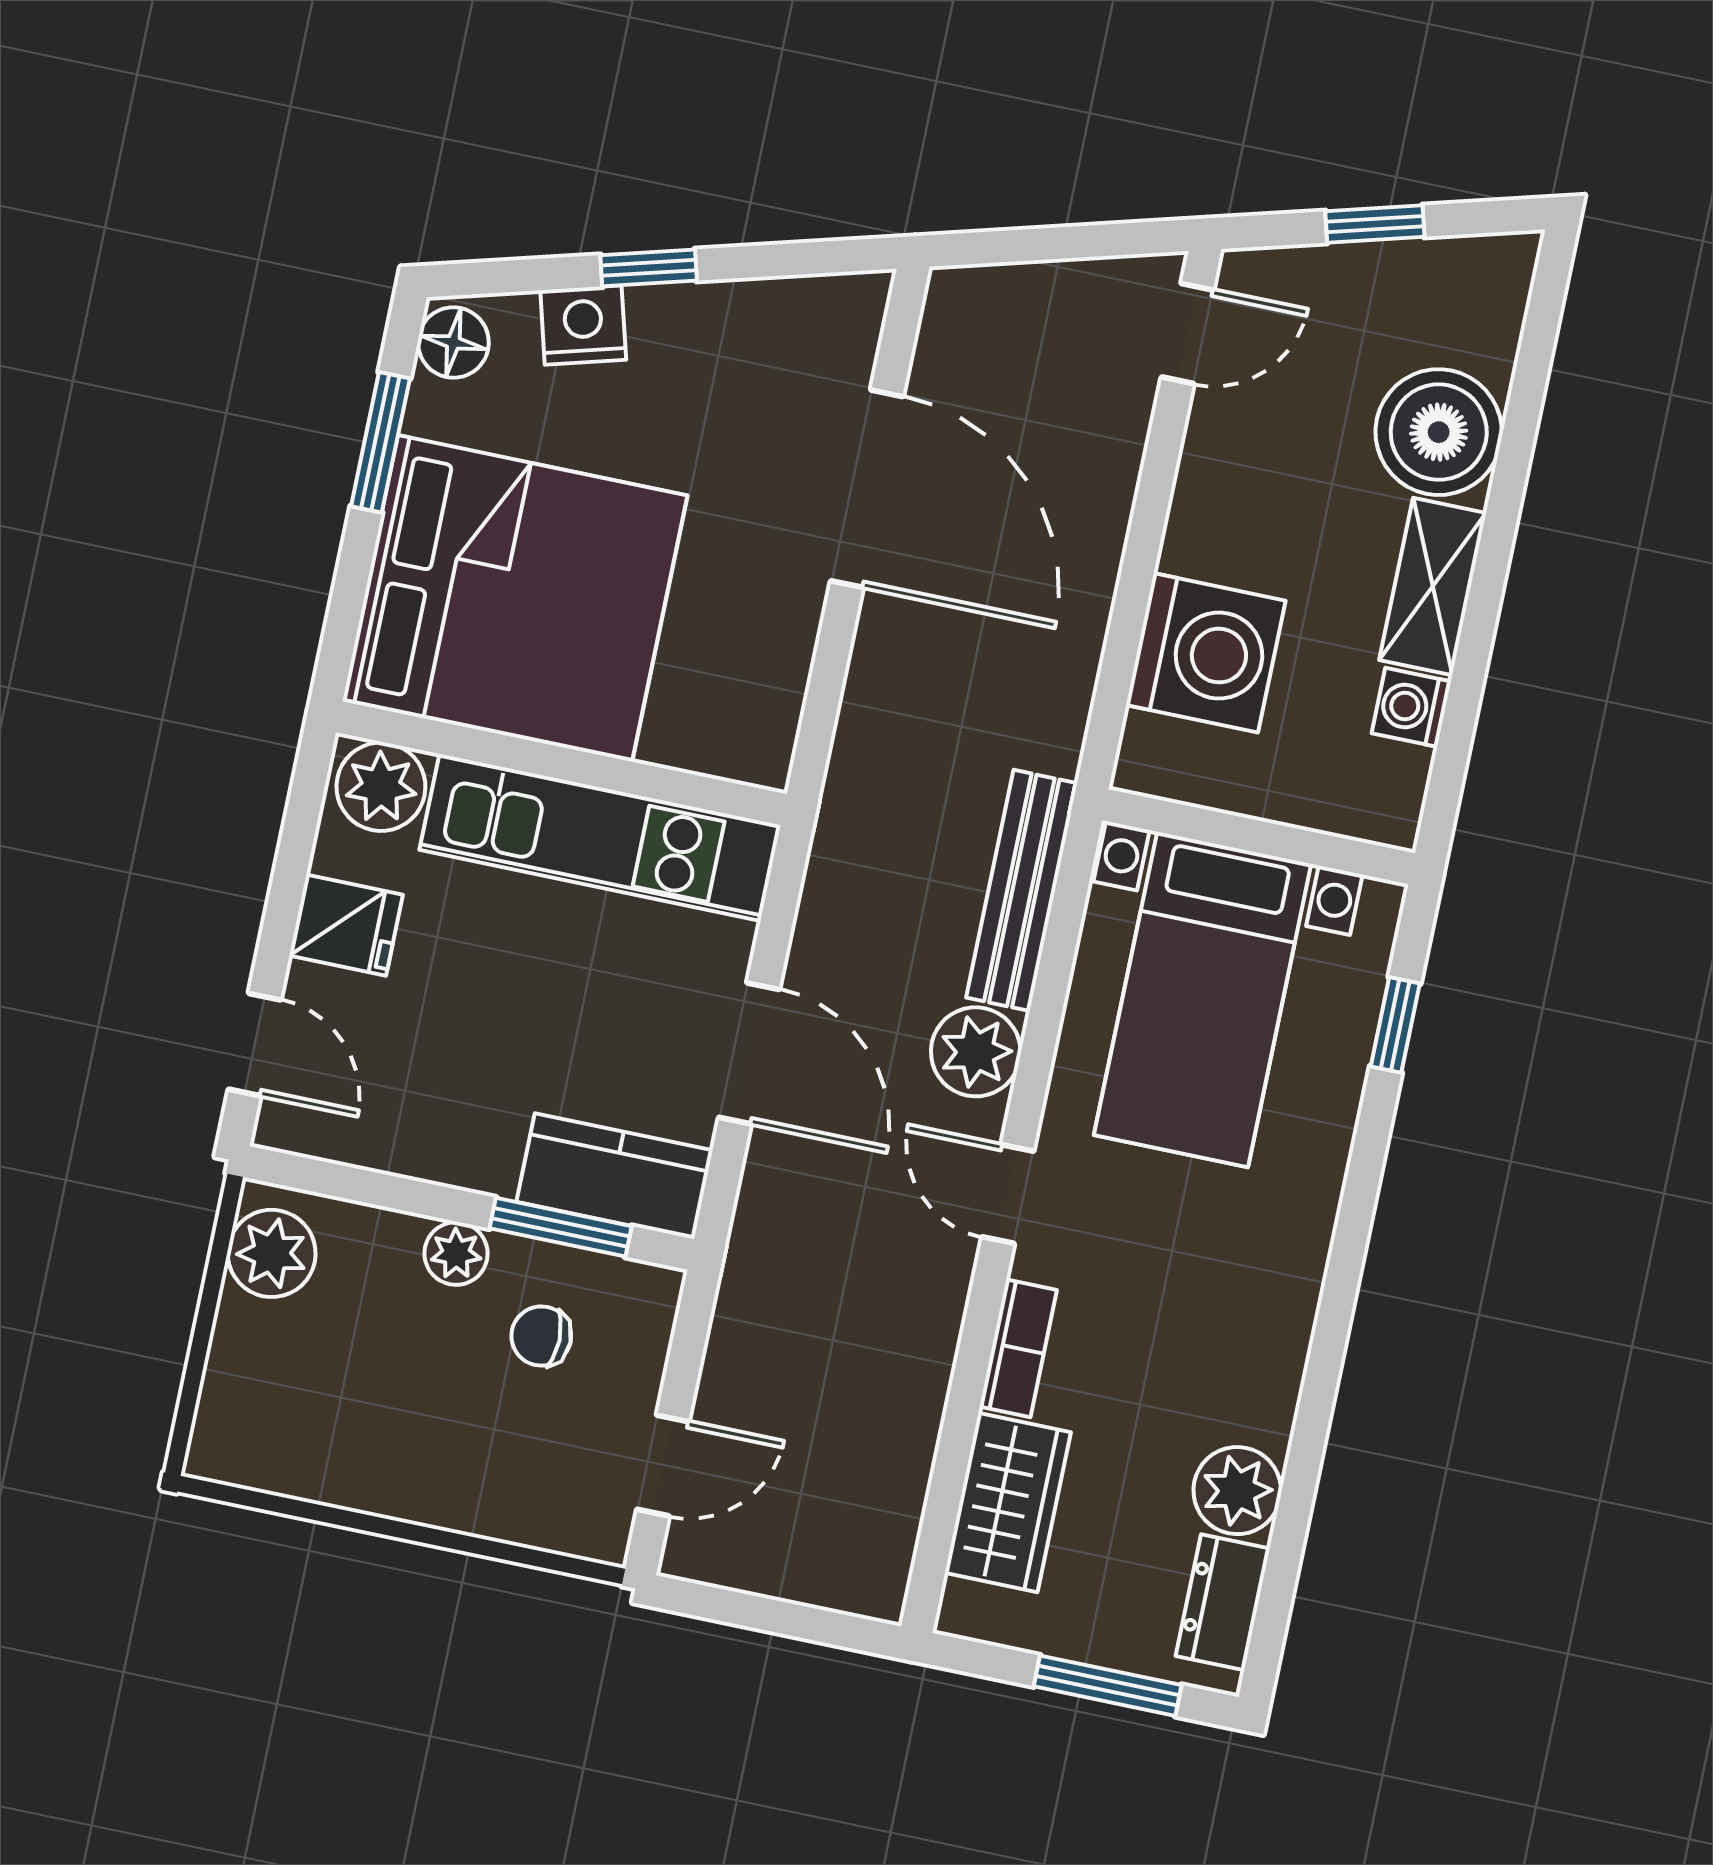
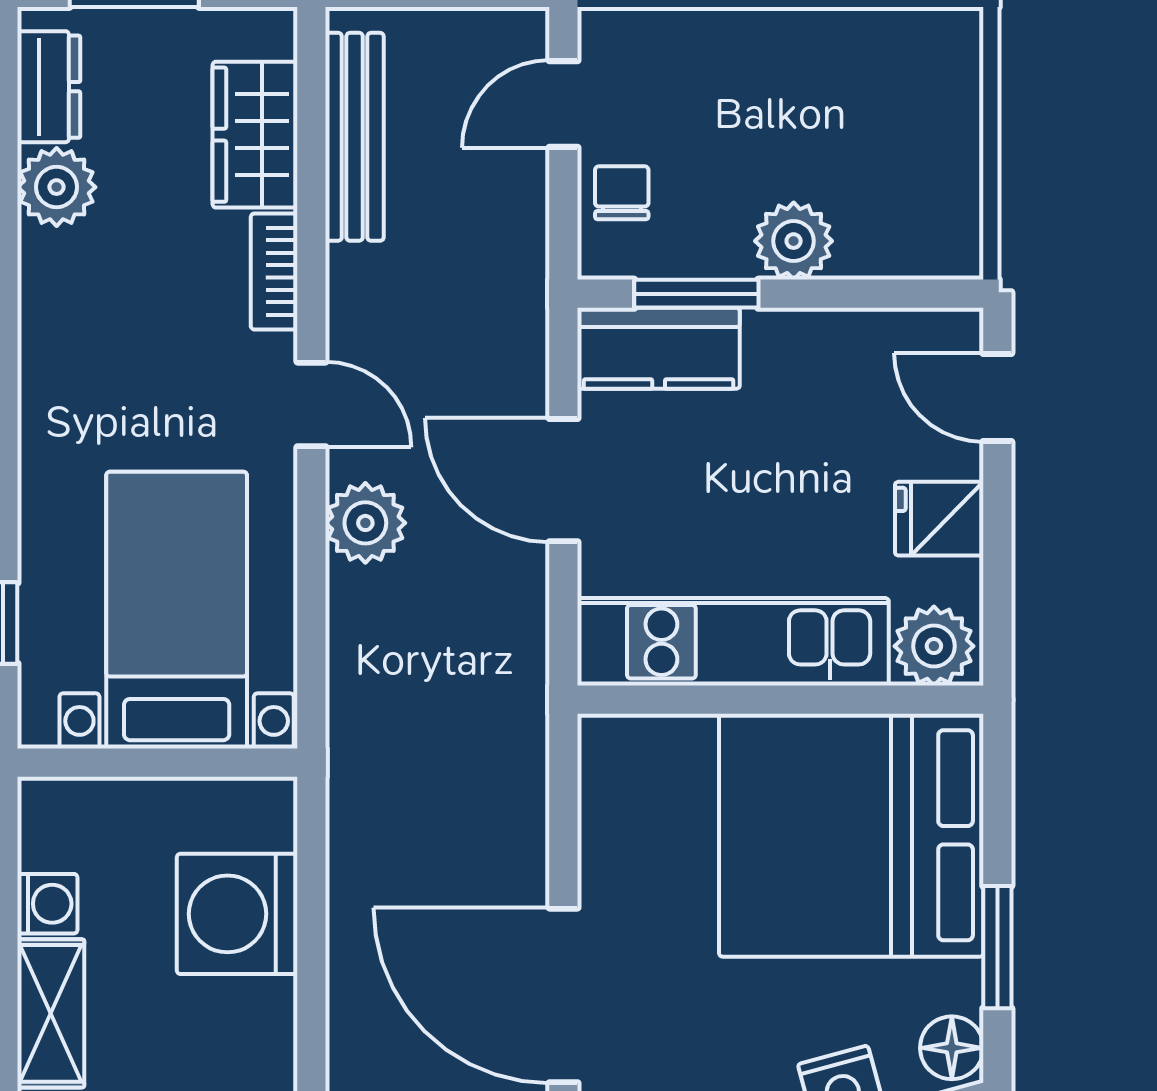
bench: (1022, 890) -> (355, 137), moved
plant: (272, 1253) -> (944, 218), removed
plant: (456, 1254) -> (794, 241), width x1.38, depth x1.38
chair: (541, 1336) -> (622, 193), moved, turned -90

